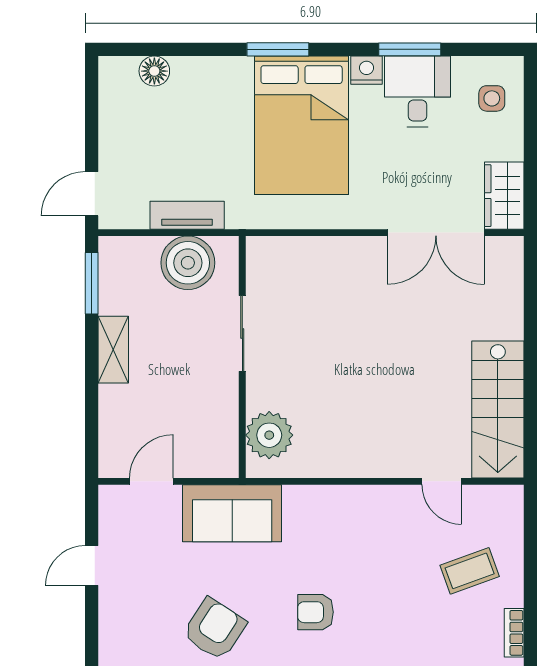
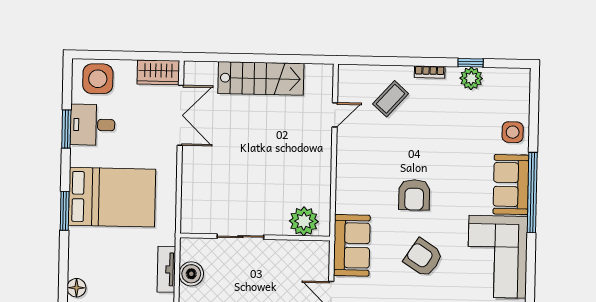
nightstand: (366, 70) -> (79, 156), removed
side table: (492, 98) -> (98, 79), width x1.87, depth x1.87
boiler: (188, 263) -> (191, 274), width x0.73, depth x0.73
stairs: (498, 409) -> (261, 78), moved
coffee table: (470, 571) -> (391, 99), turned 62
armchair: (315, 612) -> (414, 195), width x1.38, depth x1.38

